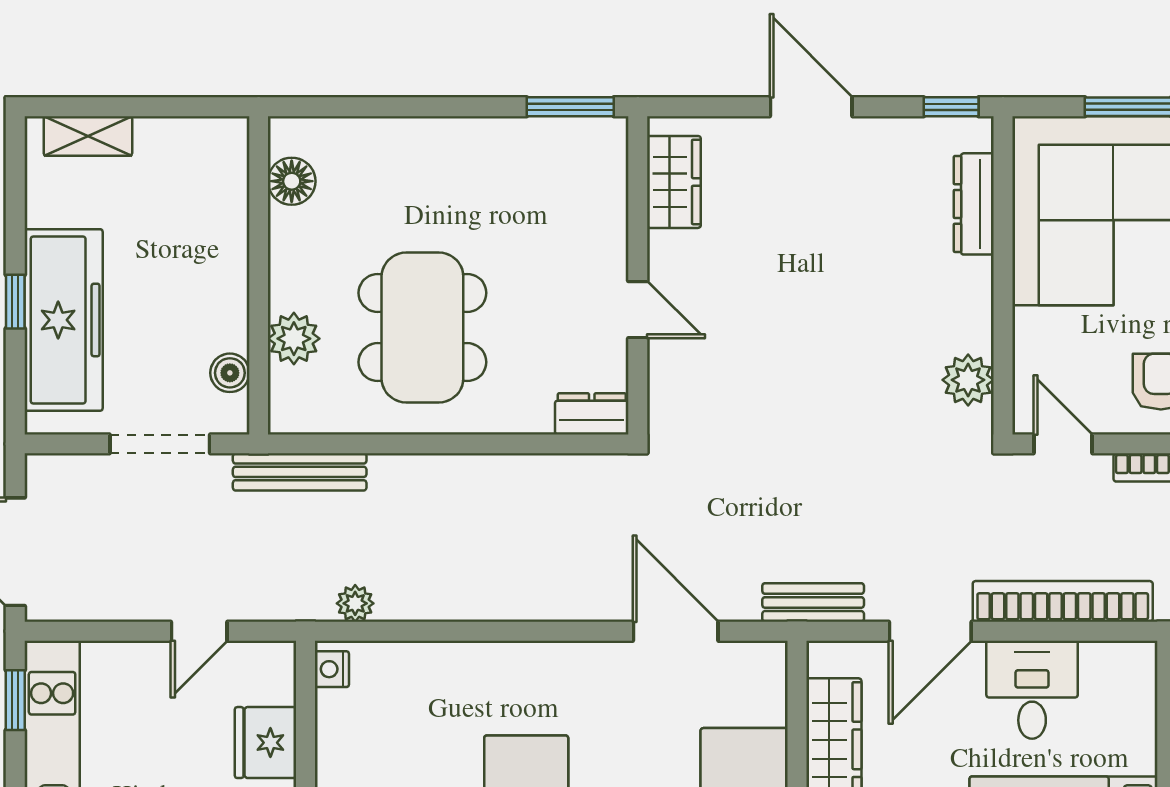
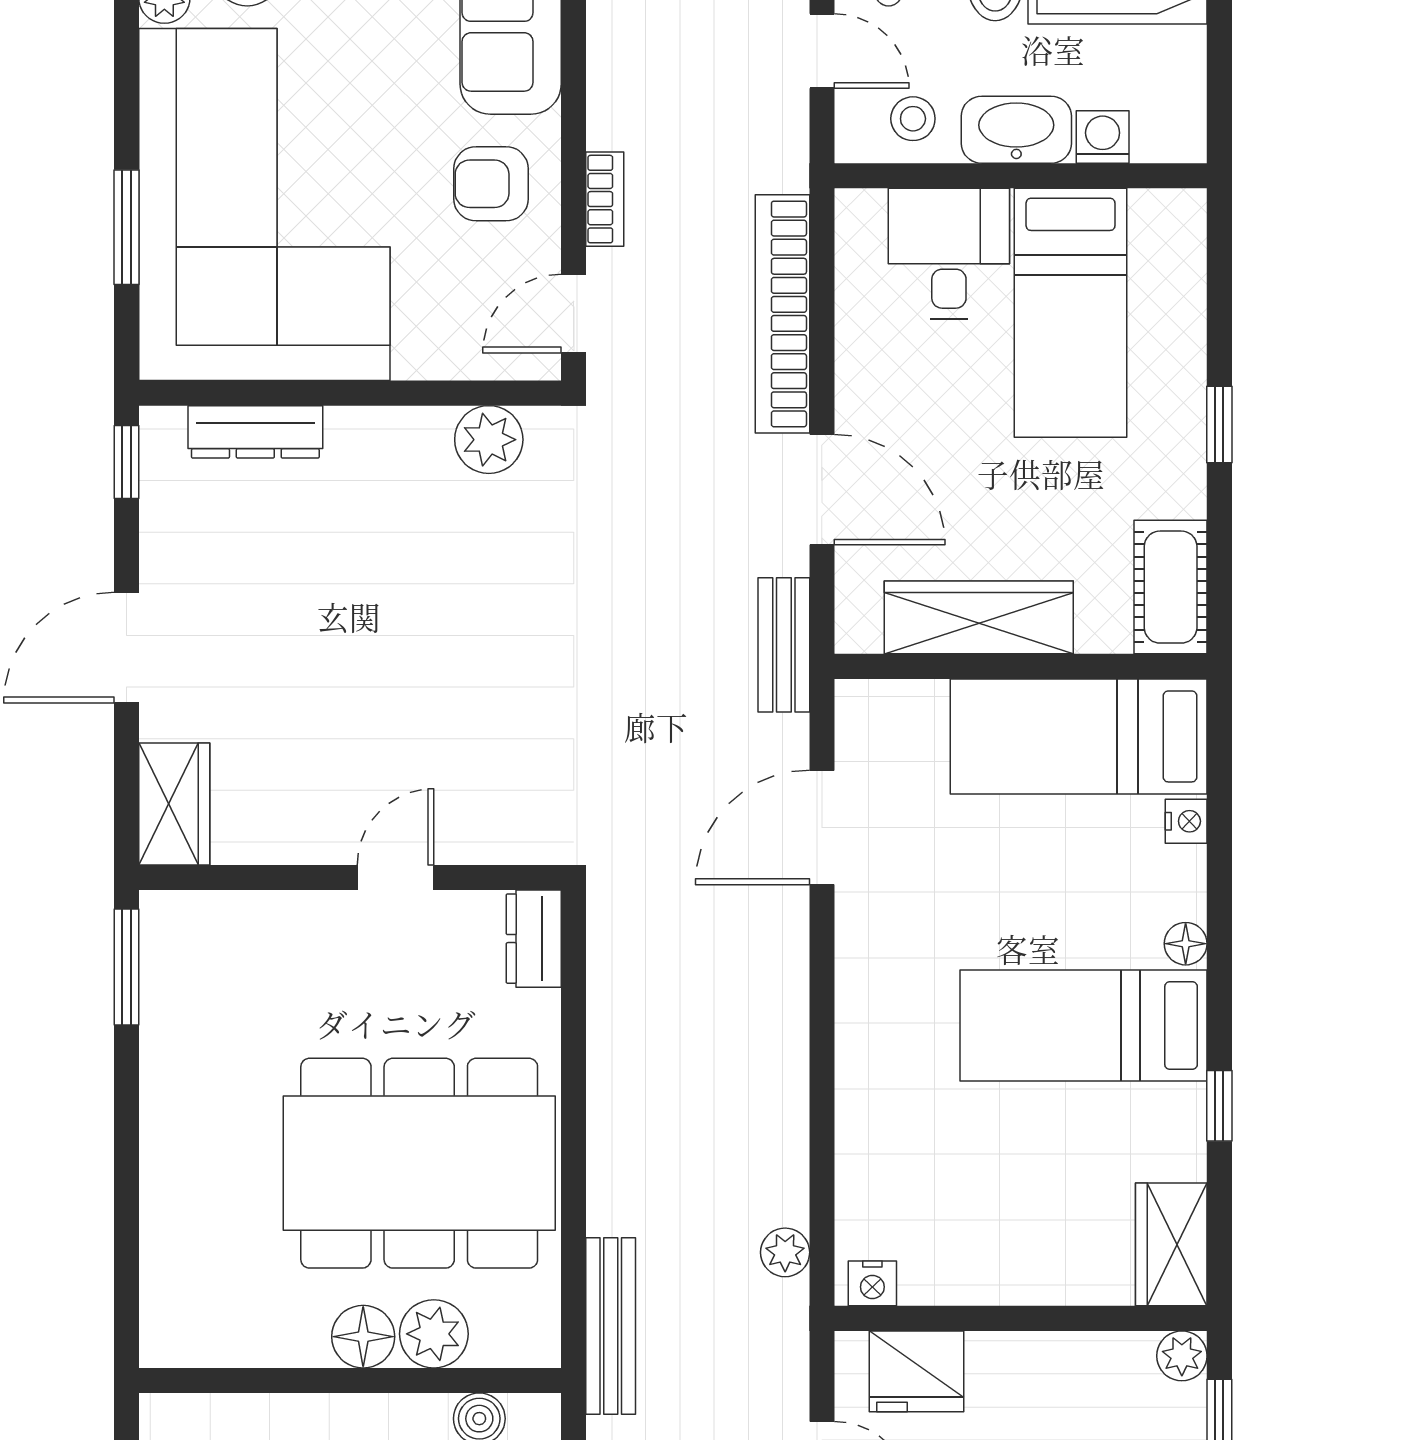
floor lamp: (292, 181) -> (363, 1337), moved
wardrobe: (674, 182) -> (174, 804), moved, turned 90
dining table: (422, 328) -> (419, 1163), width x1.36, depth x1.24
desk: (1032, 690) -> (949, 253), moved, turned 90
fridge: (265, 743) -> (917, 1371), moved

